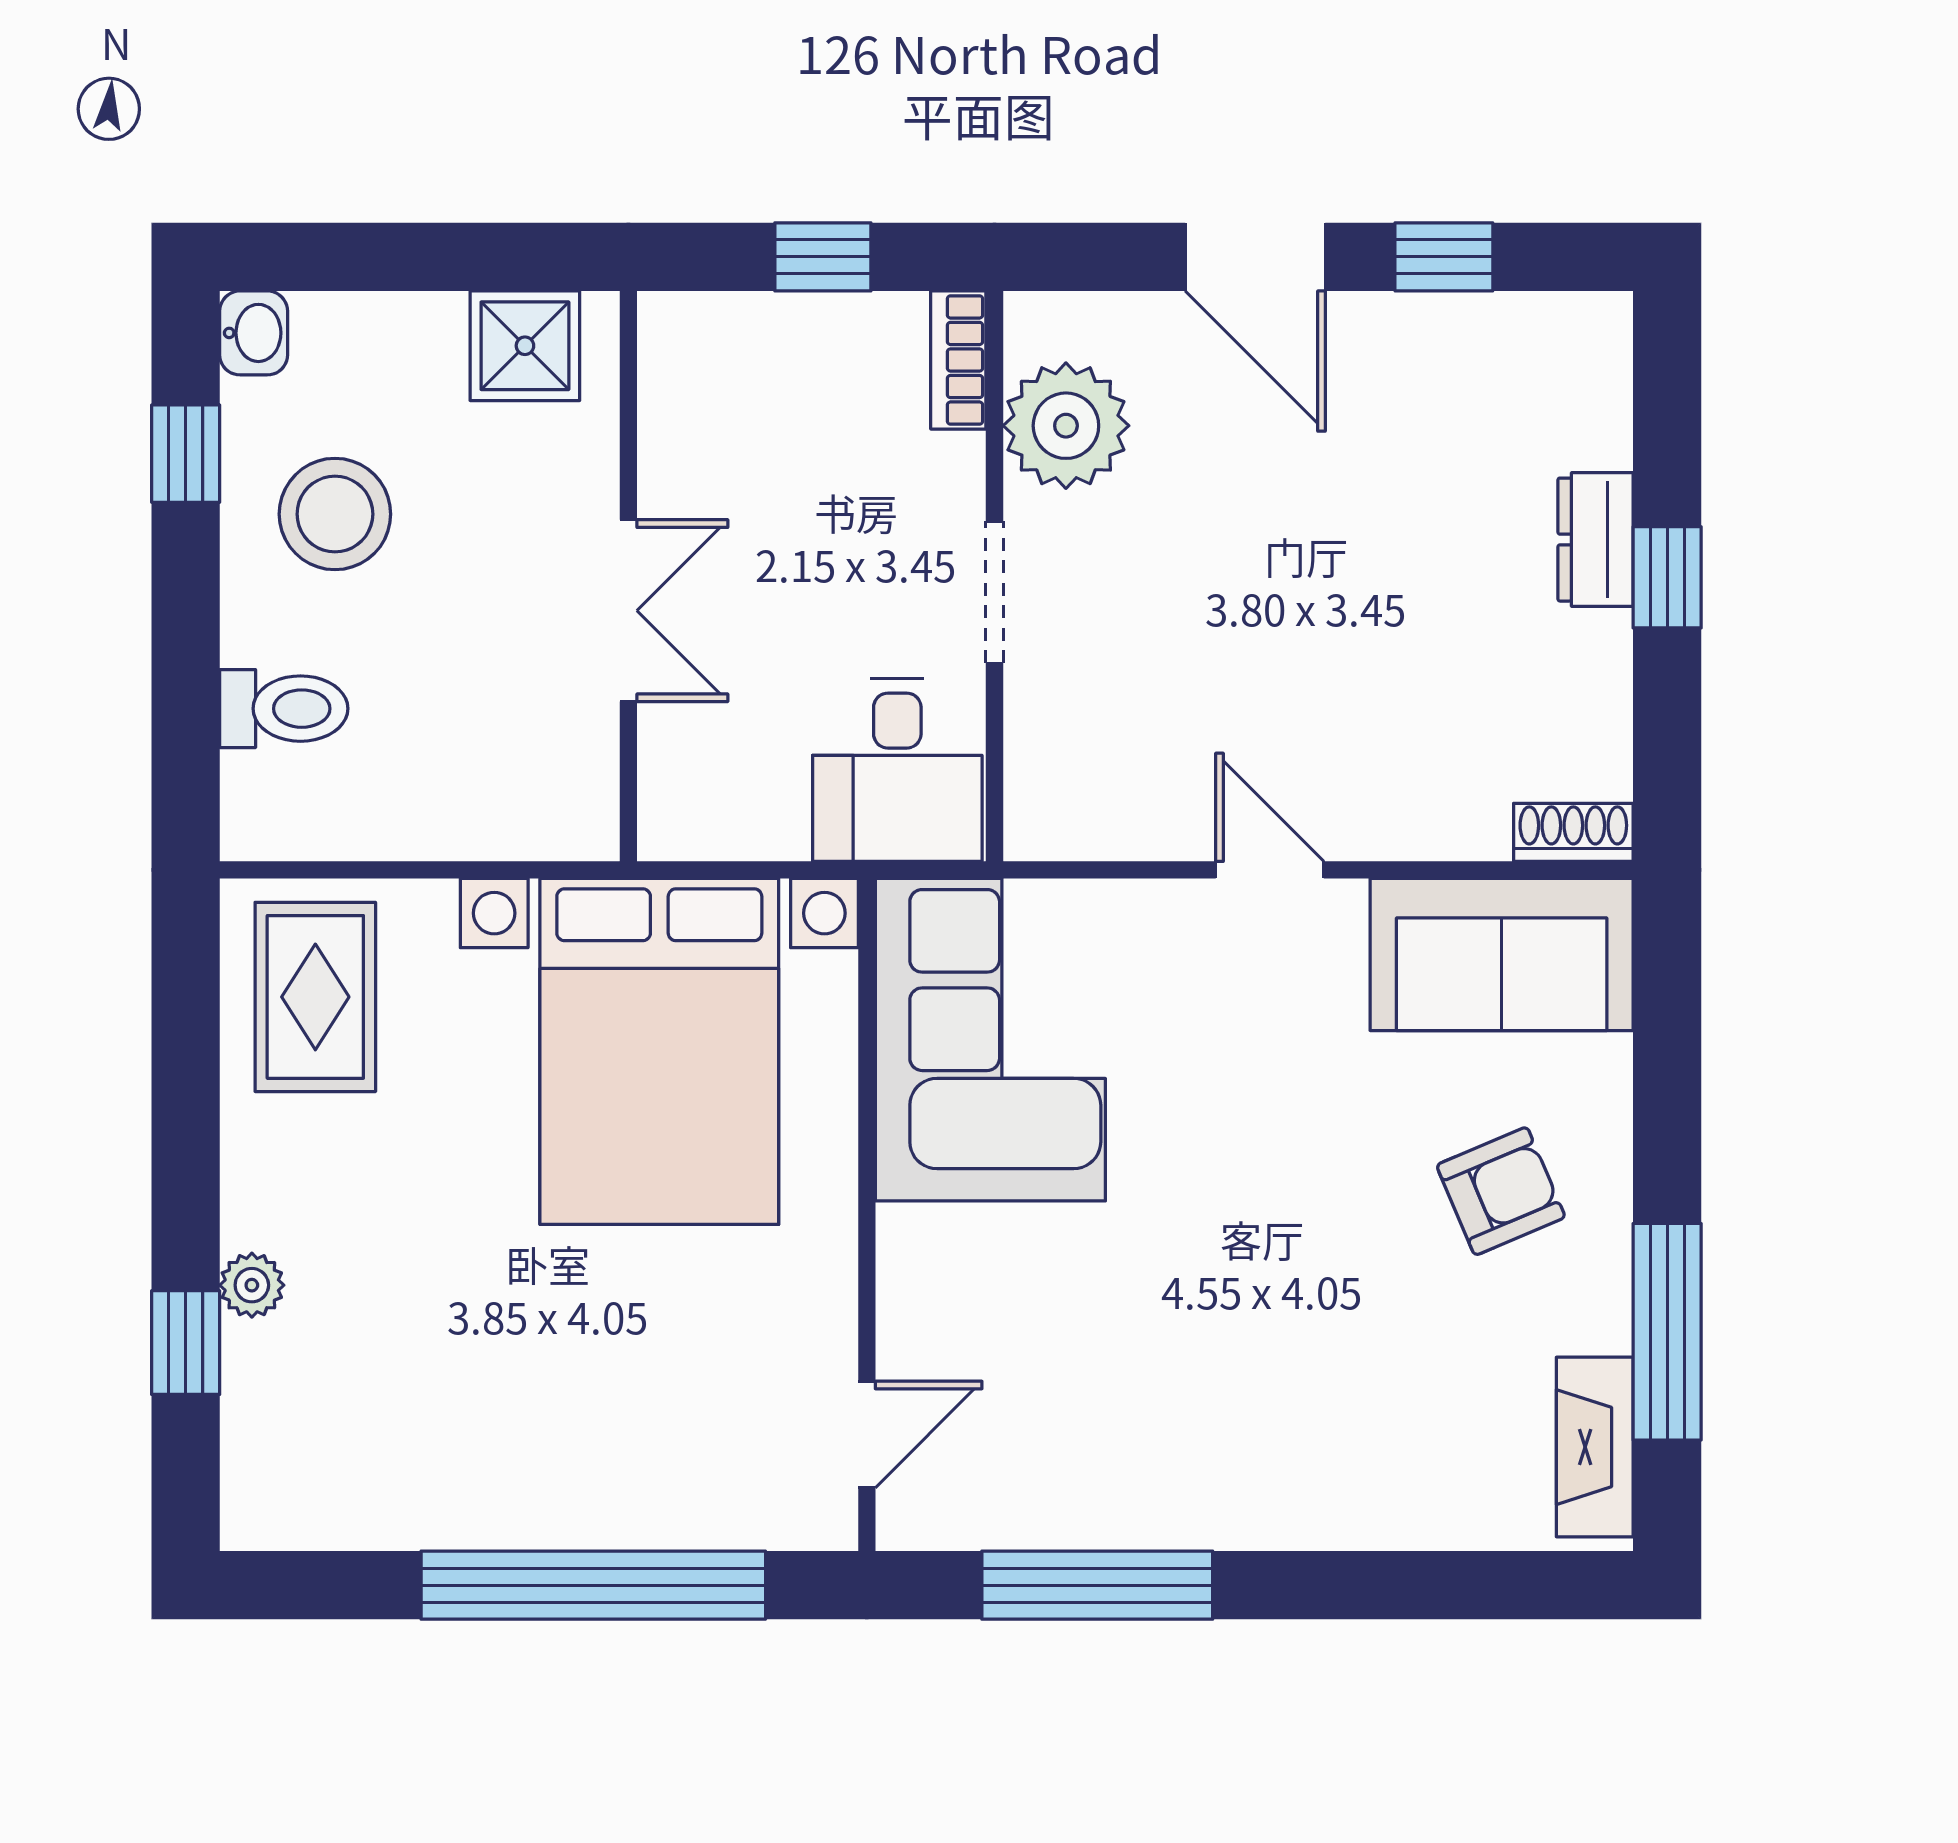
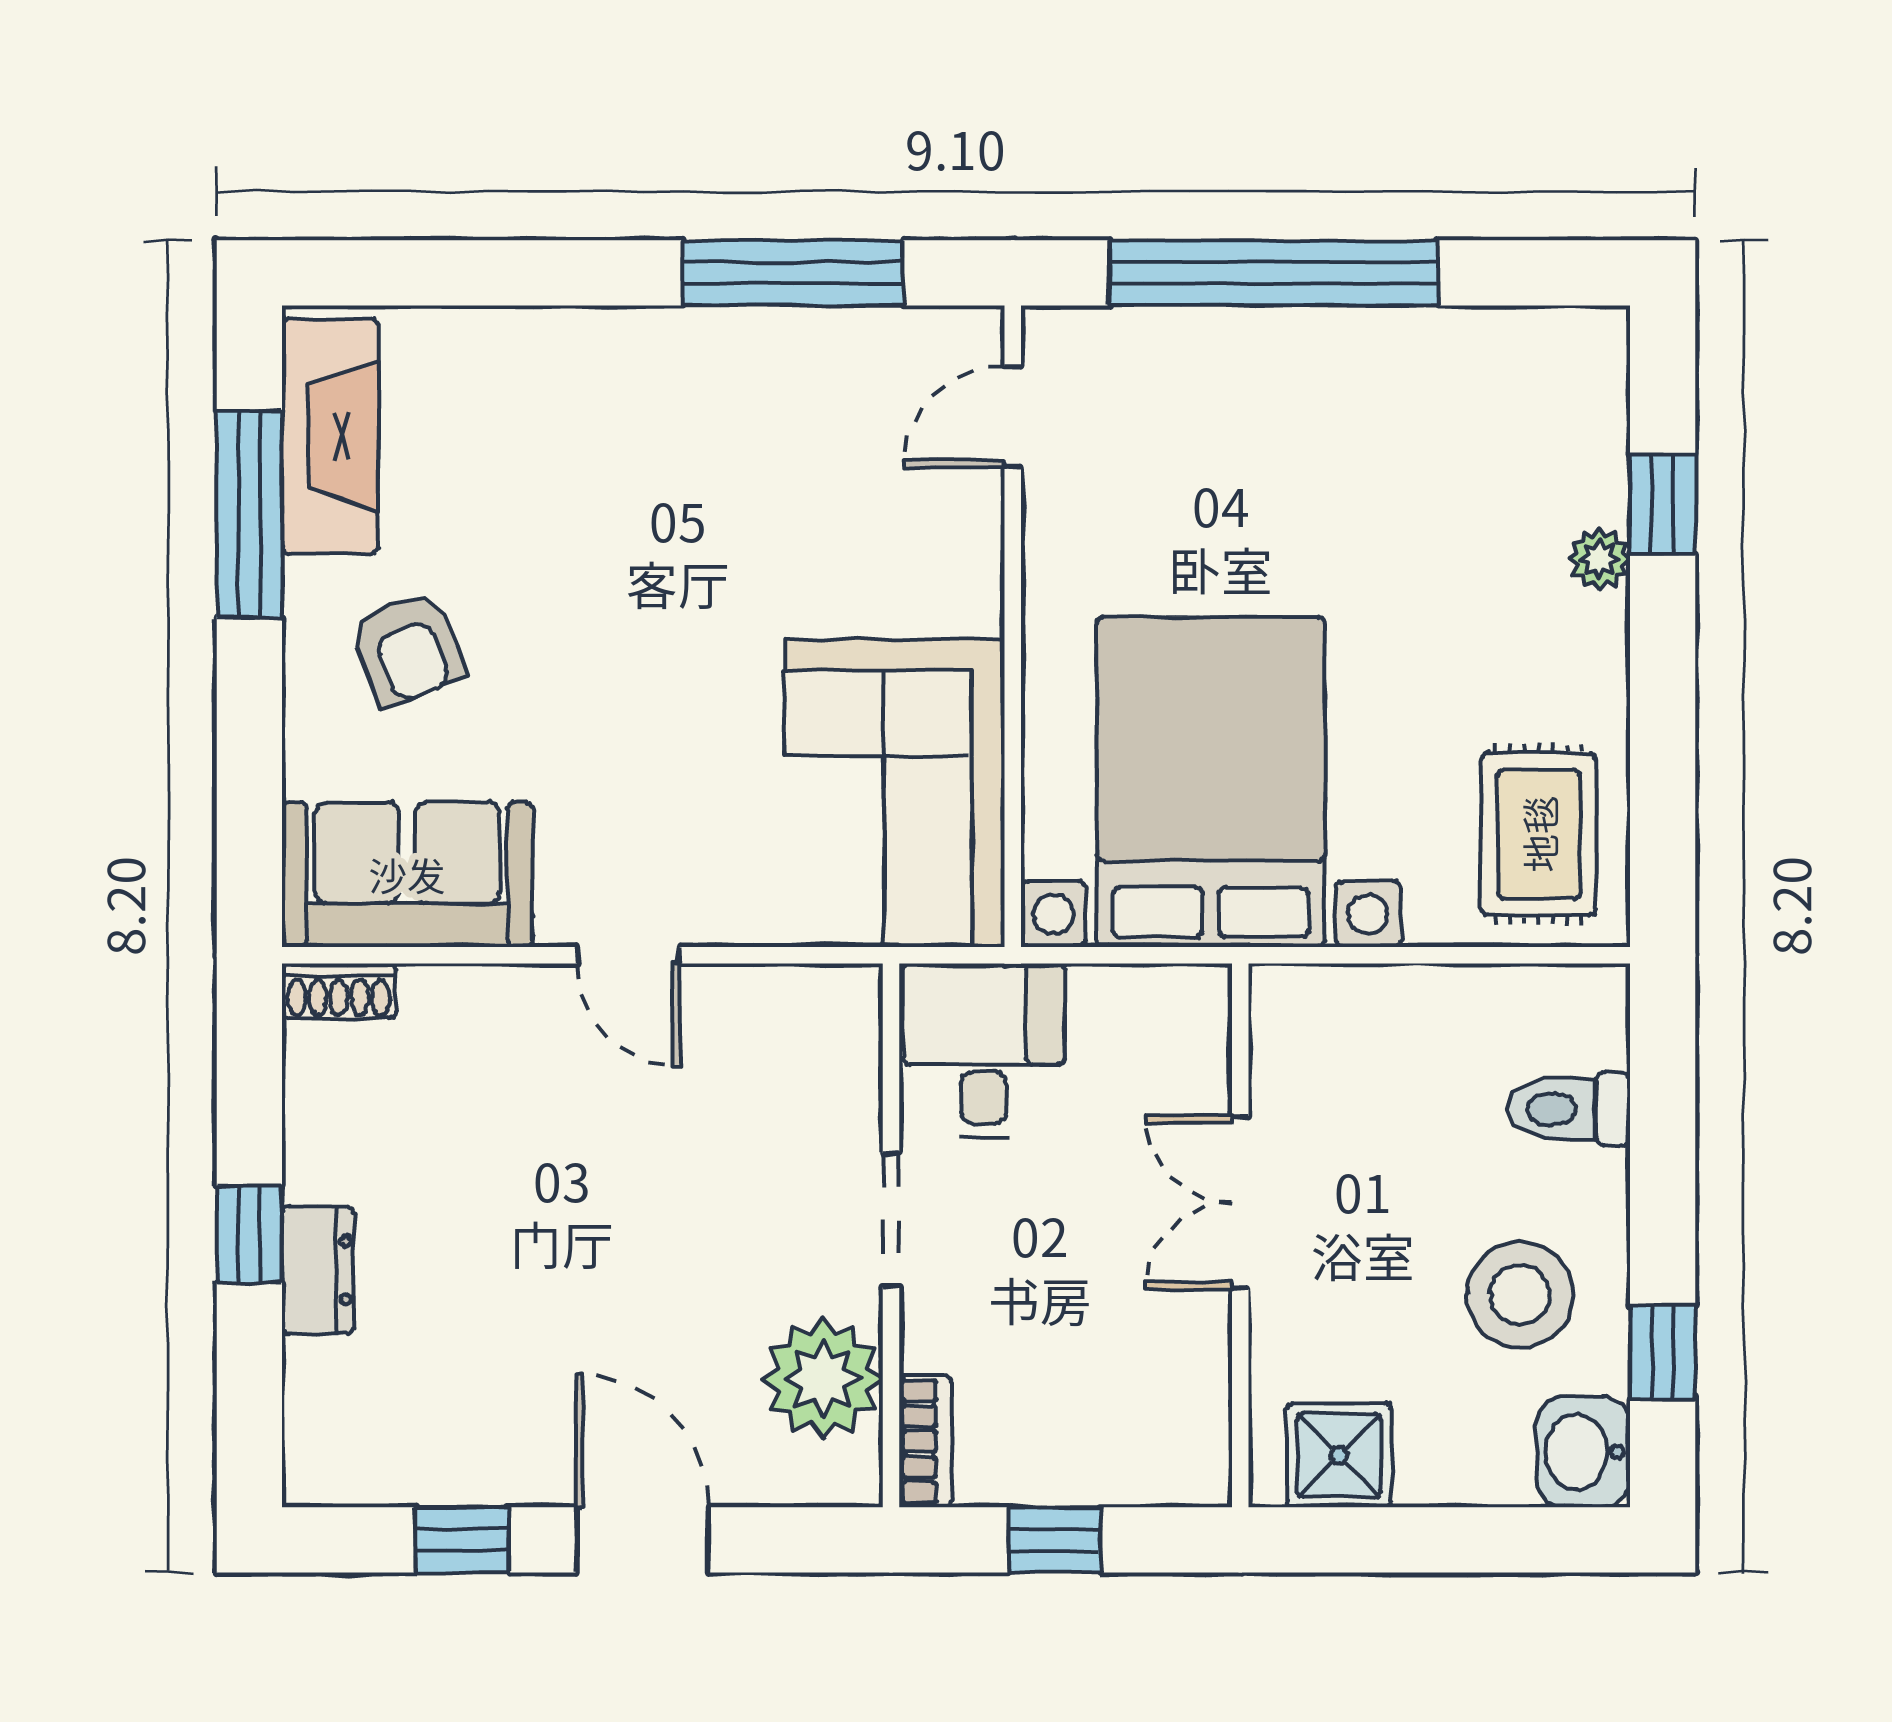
washbasin: (254, 333) -> (1583, 1452), width x1.38, depth x1.45
armchair: (1501, 1191) -> (408, 649), turned -88
fireplace: (1595, 1447) -> (330, 436), width x1.37, depth x1.32

